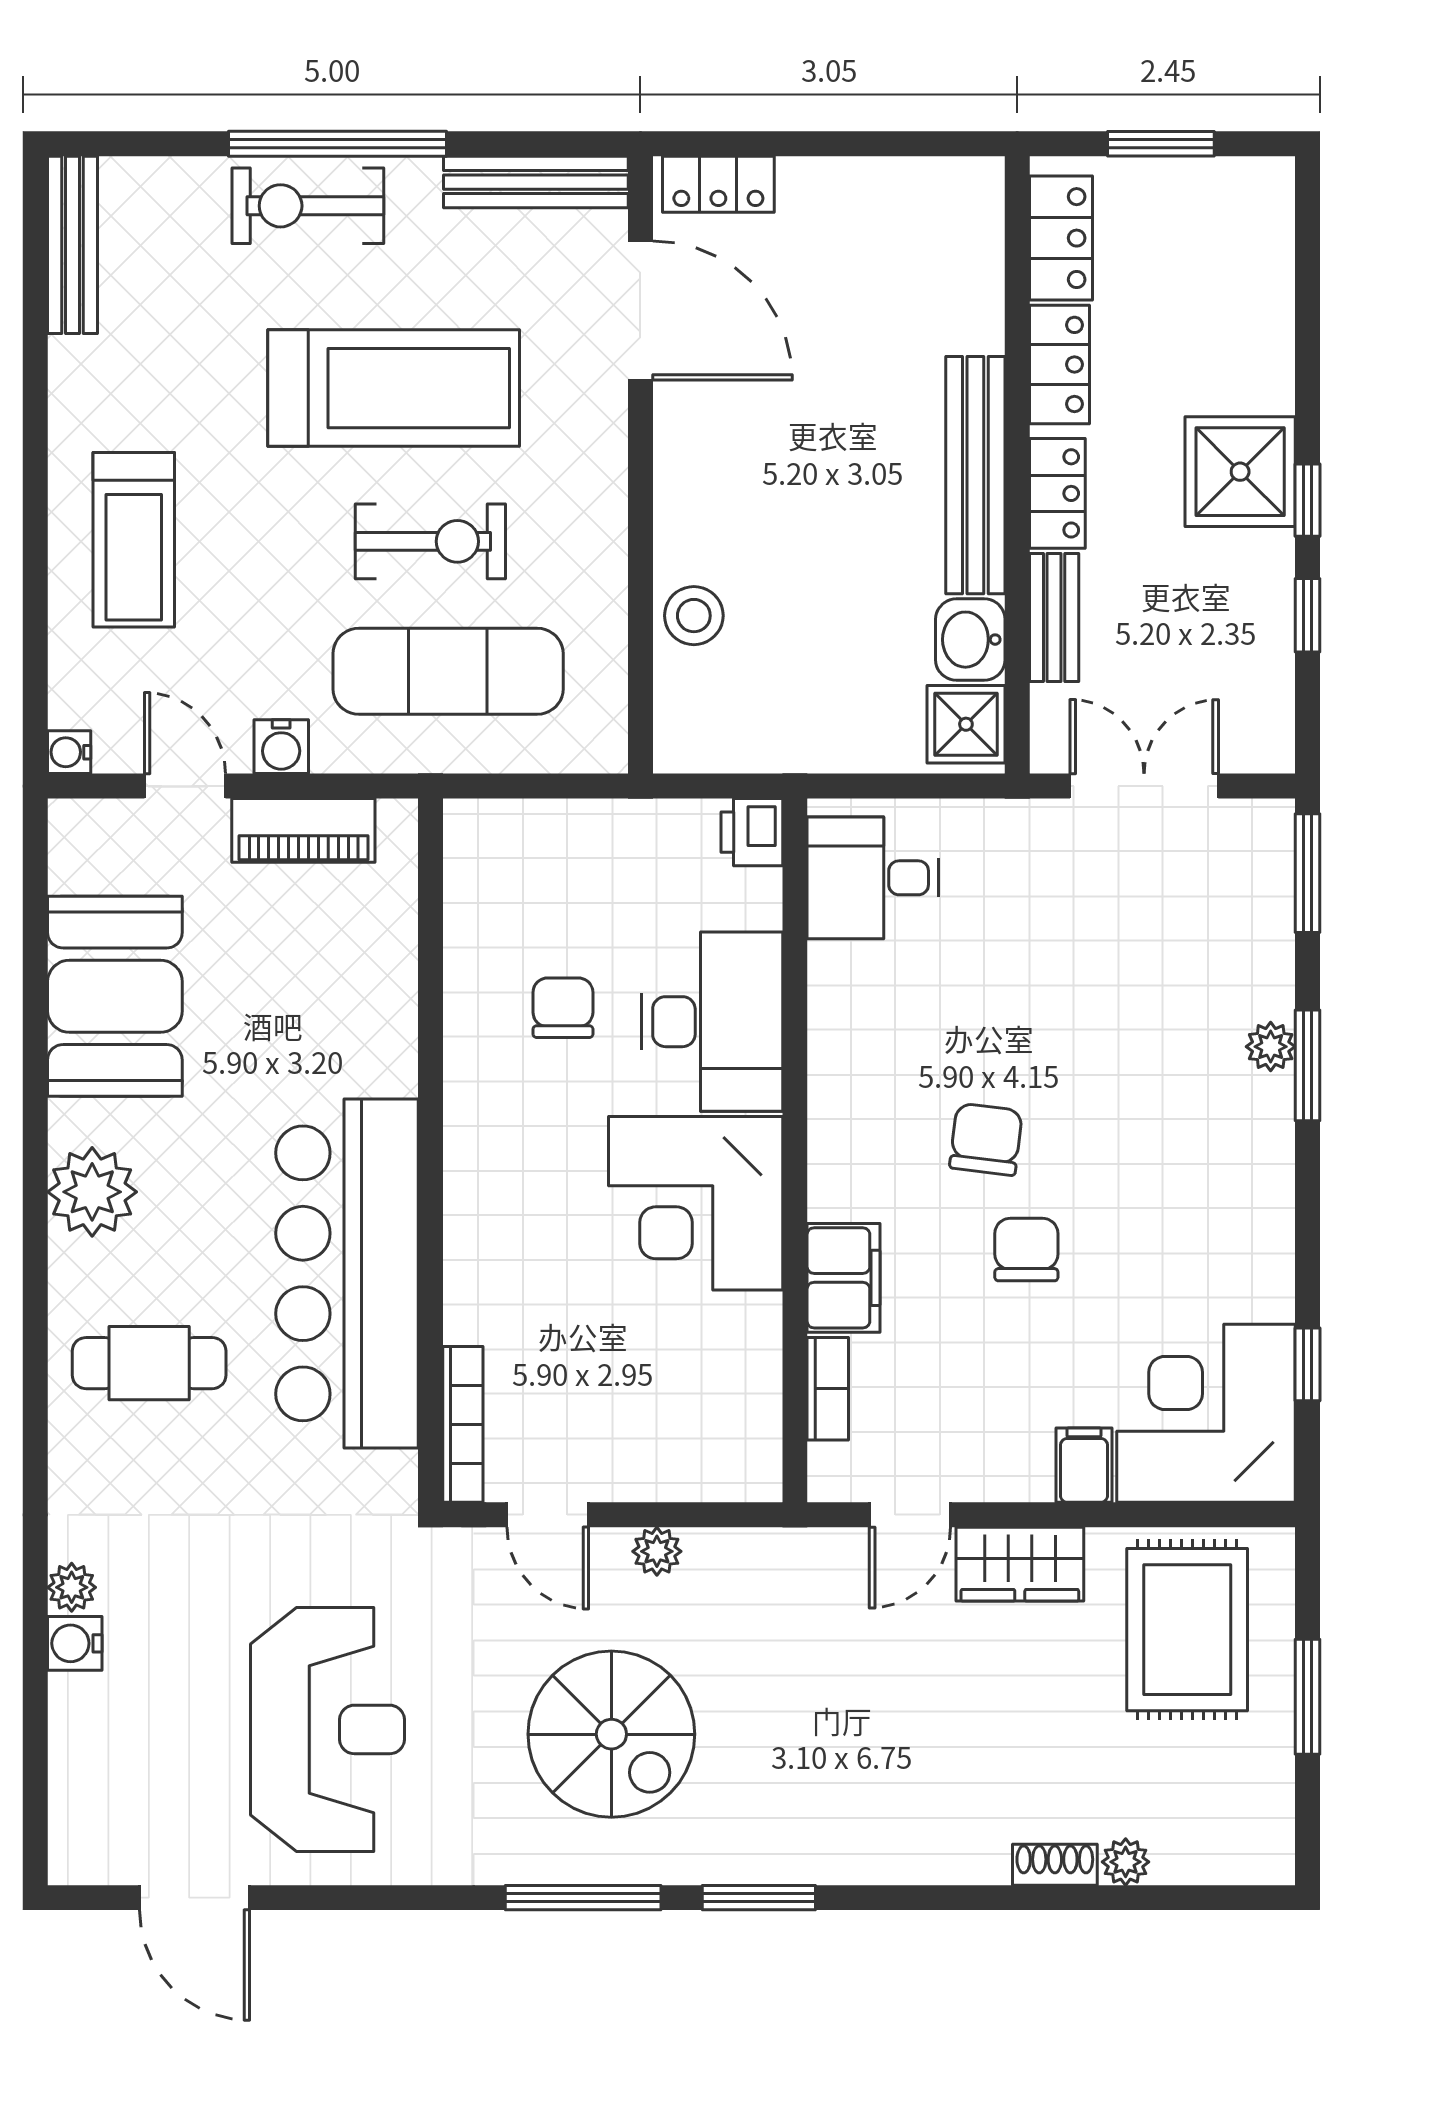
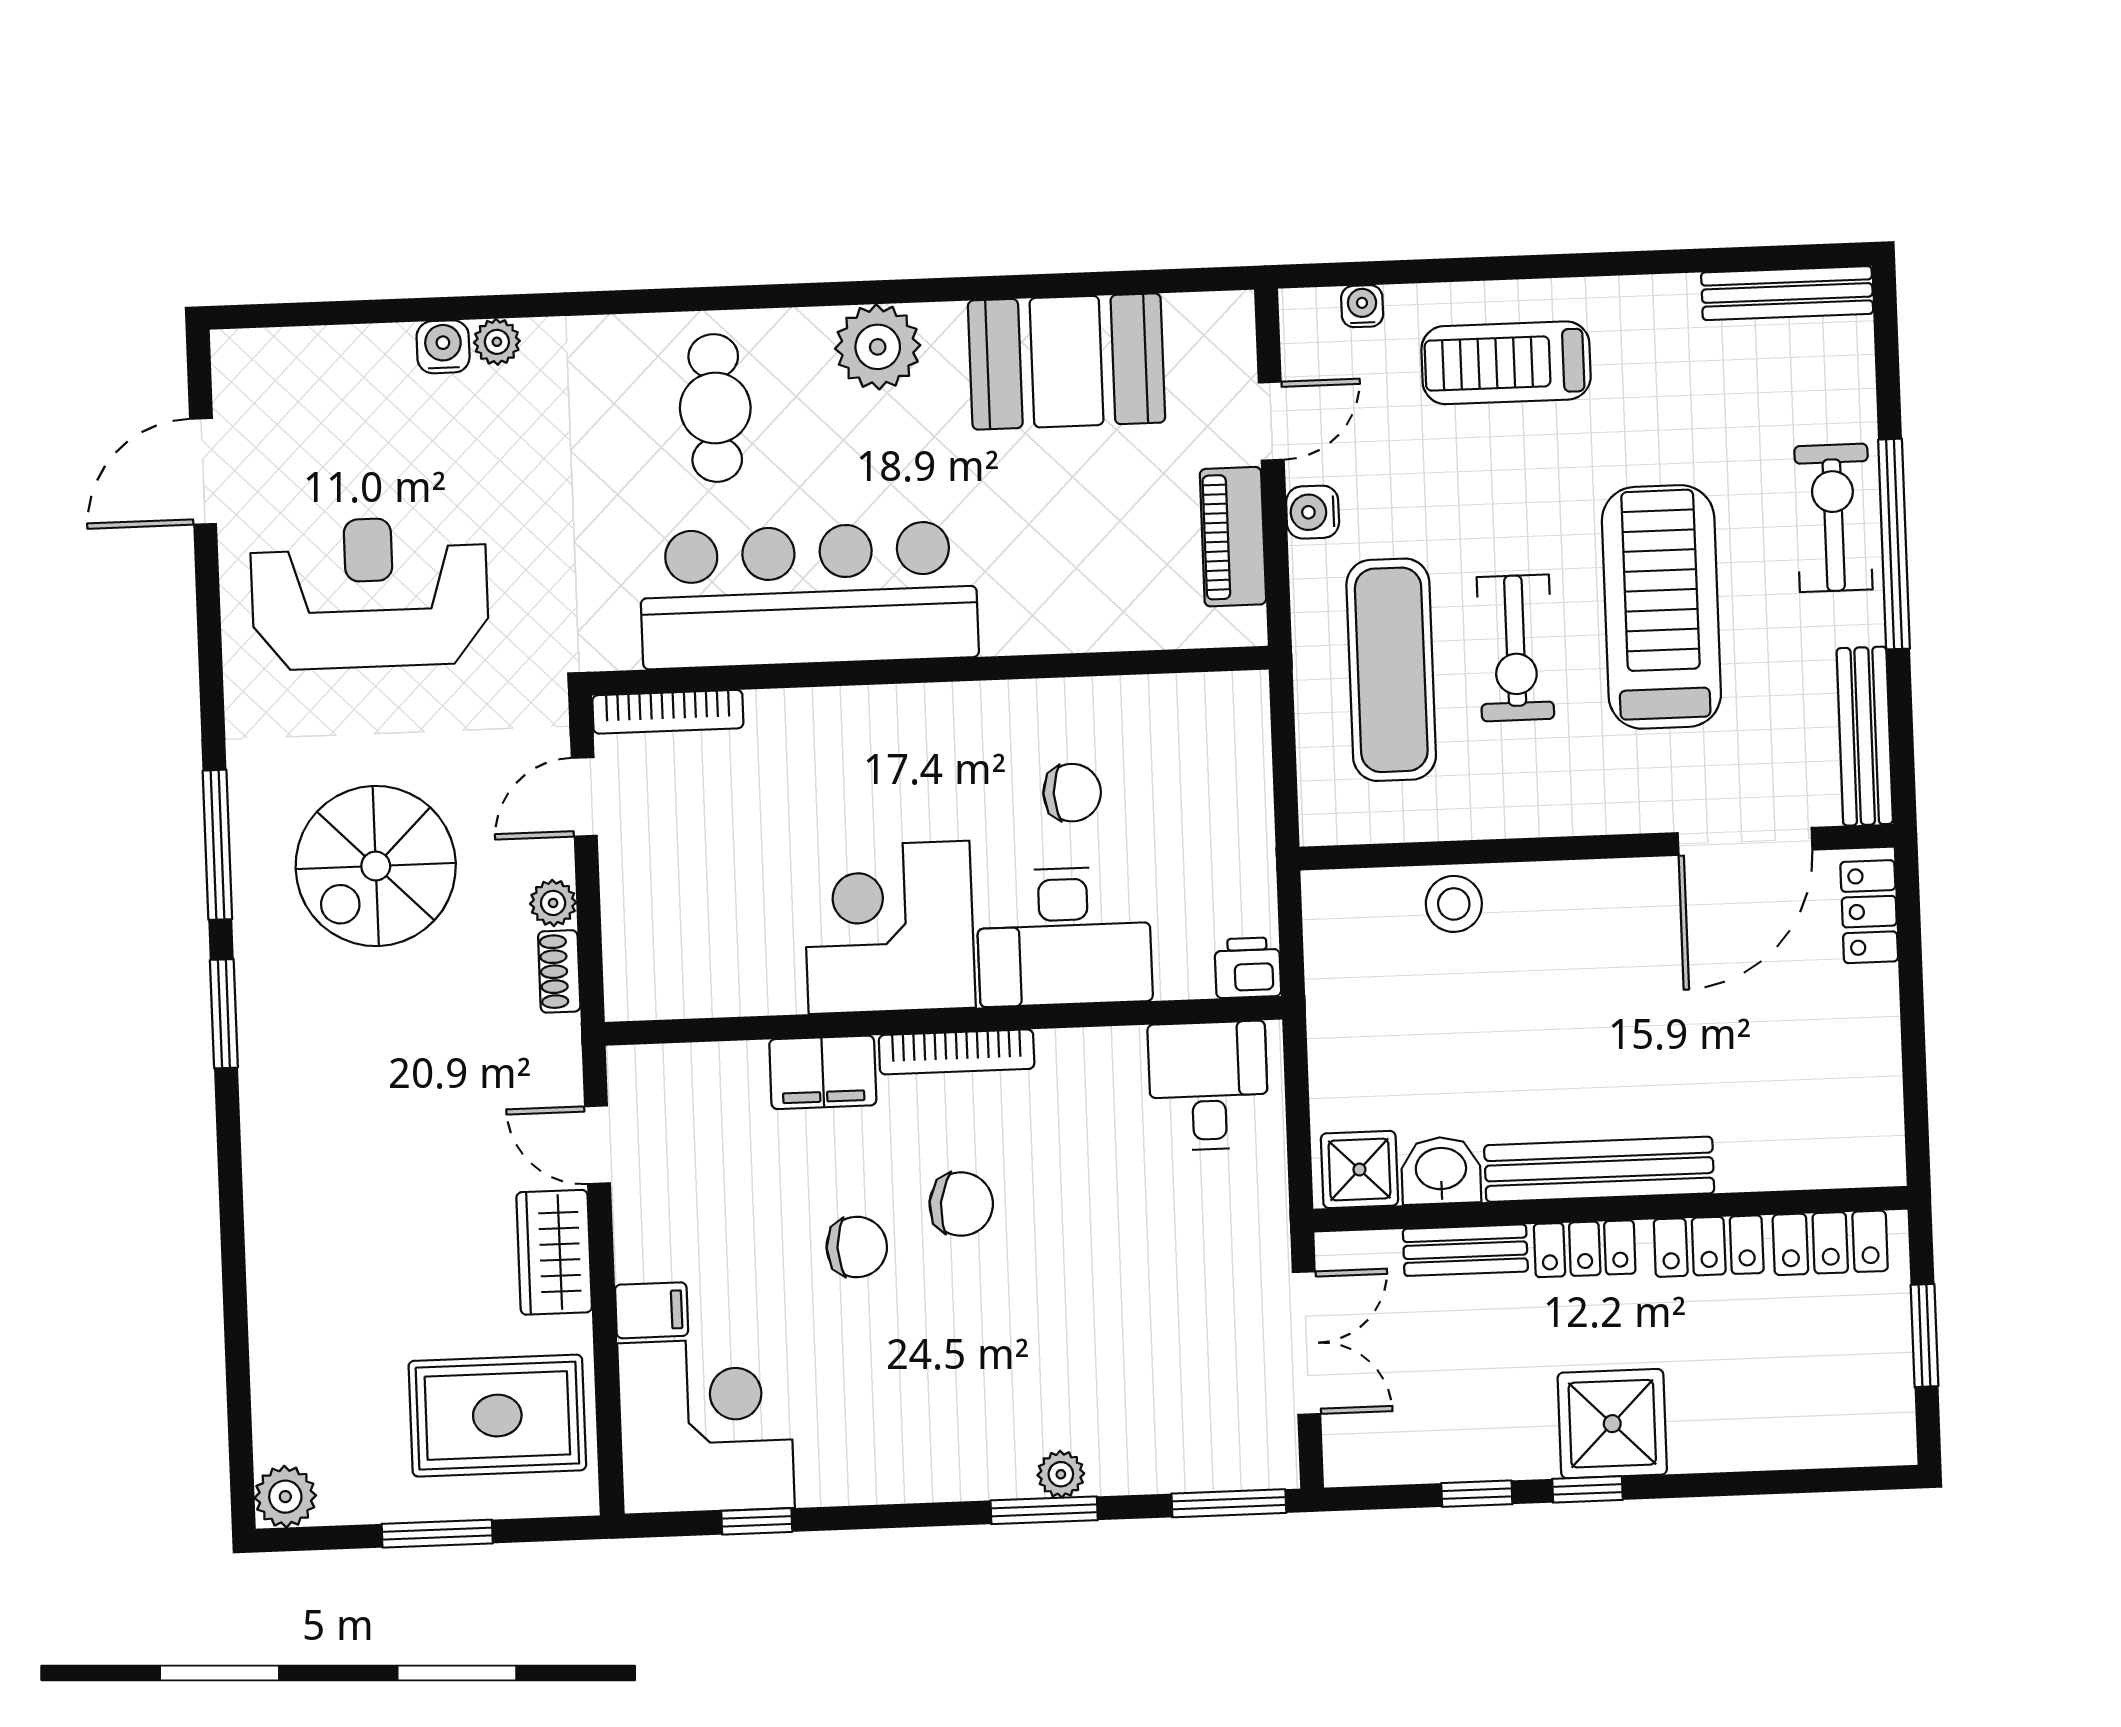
treadmill: (394, 388) -> (1661, 607), turned 180
water cooler: (69, 752) -> (1362, 306), moved
bookcase: (828, 1389) -> (957, 1052), moved, width x1.56
reception desk: (327, 1729) -> (370, 593), turned 180
plant: (1126, 1862) -> (285, 1497), moved, width x1.38, depth x1.38
shoe rack: (1055, 1865) -> (559, 971), moved, turned 180

